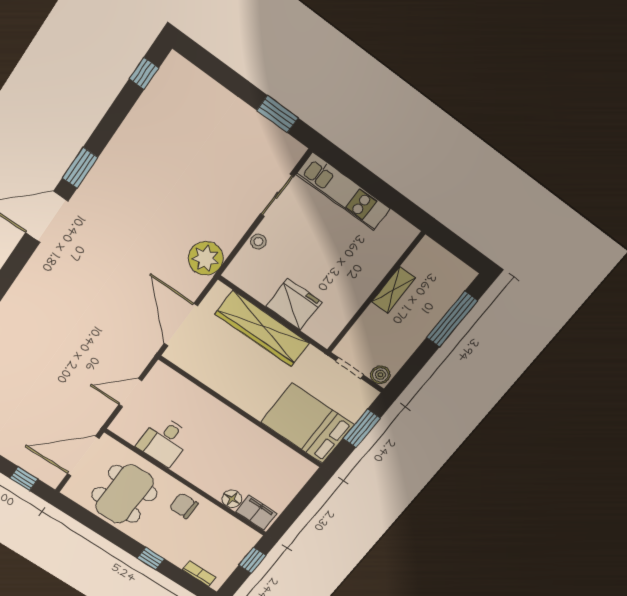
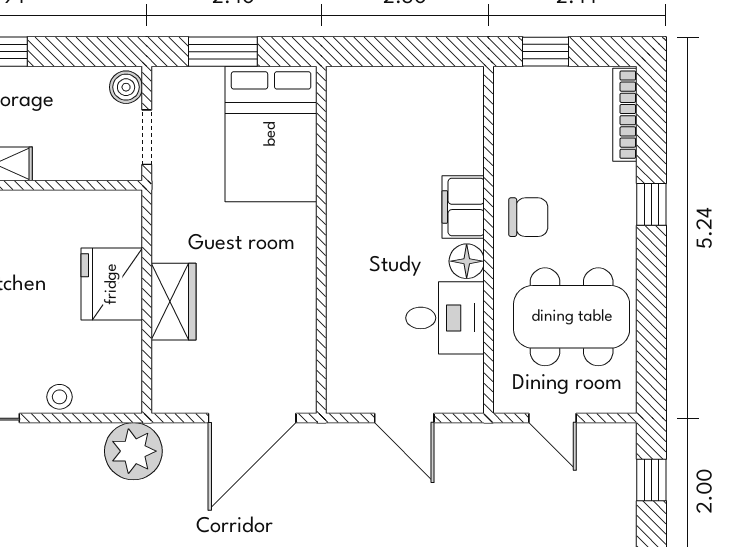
wardrobe: (262, 329) -> (173, 302), width x0.48, depth x0.85
door: (83, 456) -> (553, 418), width x0.53
floor lamp: (232, 499) -> (467, 261), moved
chair: (184, 506) -> (528, 217), turned -90
filing cabinet: (256, 513) -> (463, 207), moved
bookcase: (199, 573) -> (625, 115), width x1.56

